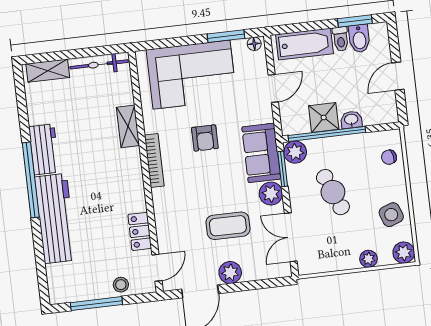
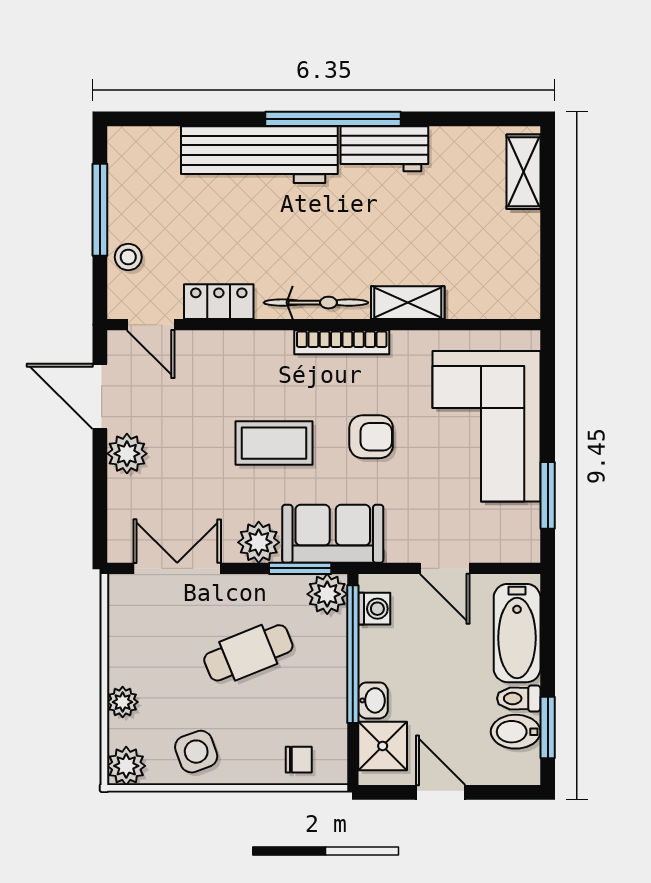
floor lamp: (254, 44) -> (528, 544), removed
bicycle: (99, 64) -> (316, 303), moved, turned 90
shower: (324, 118) -> (383, 746), moved
washing machine: (300, 125) -> (374, 609), added
armchair: (205, 138) -> (371, 437), turned 180
chair: (389, 157) -> (299, 760), turned 103
coffee table: (228, 226) -> (274, 443), moved, turned 90

